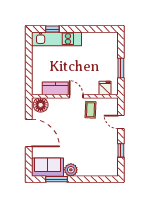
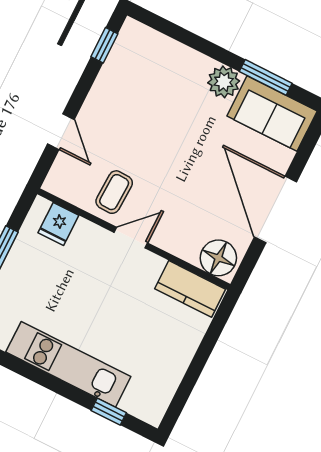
kitchen unit: (57, 39) -> (68, 364), moved
kitchen counter: (55, 88) -> (190, 289), moved
door: (76, 96) -> (131, 238), swing flipped
window: (121, 150) -> (104, 45), moved

